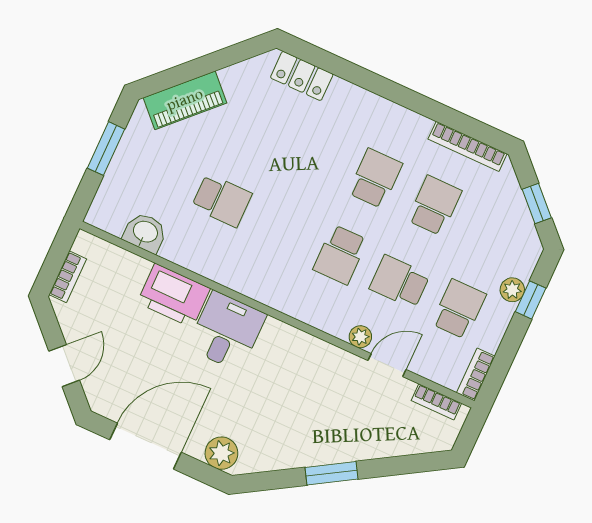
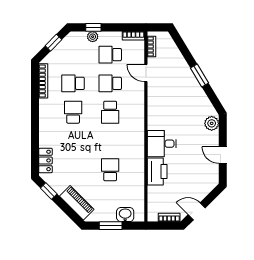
window: (236, 54) -> (49, 191), added
school desk: (375, 178) -> (73, 112), turned 90
washbasin: (145, 233) -> (125, 215), moved, turned 90
school desk: (340, 255) -> (110, 112), turned 90
school desk: (400, 282) -> (110, 83), turned 90
plant: (360, 337) -> (139, 89), removed
door: (64, 366) -> (197, 211), moved
door: (146, 446) -> (223, 155), width x0.53

